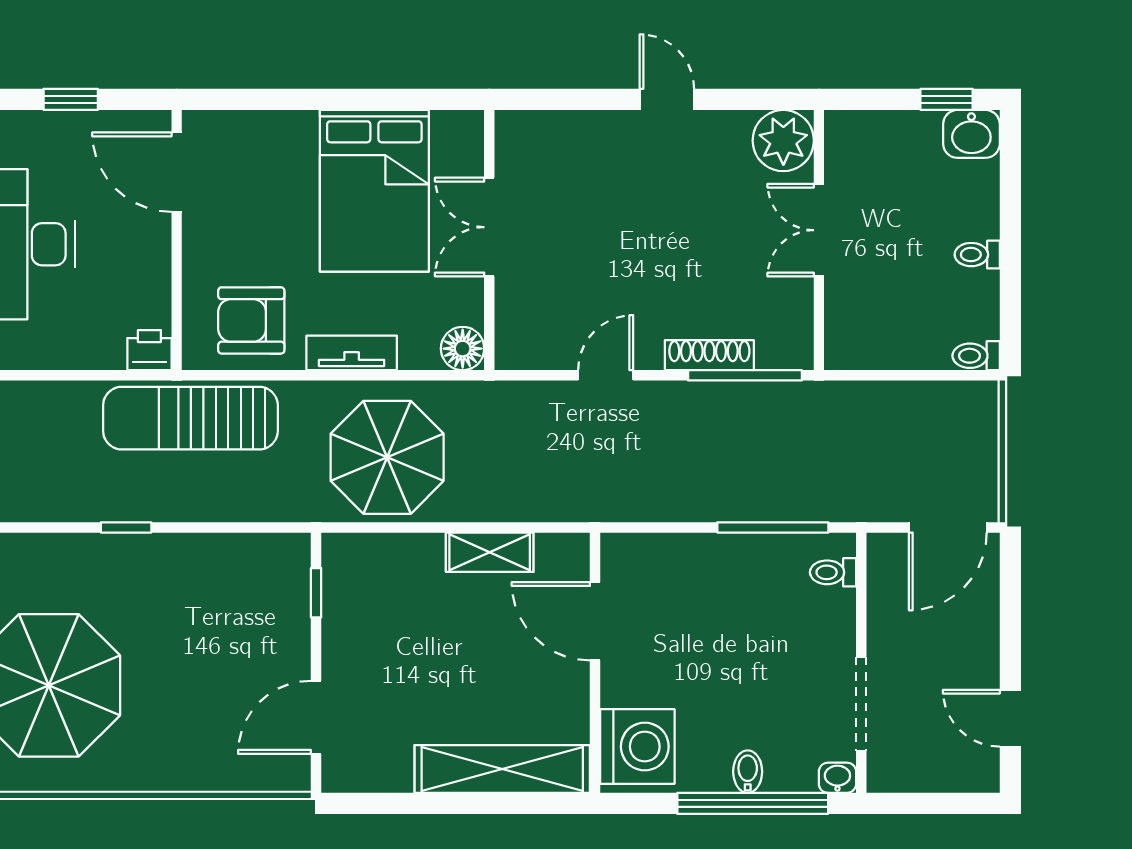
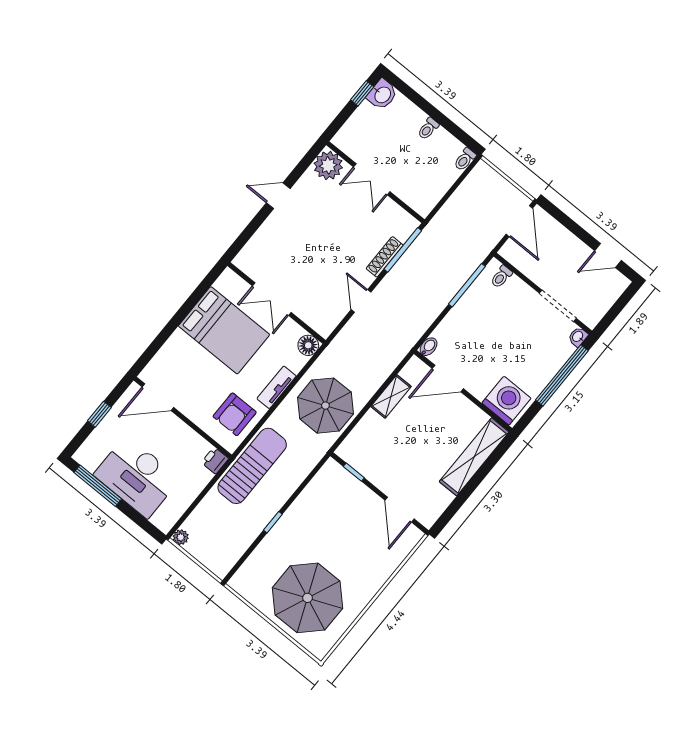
sun lounger: (190, 418) -> (252, 466), turned 180
bidet: (748, 772) -> (429, 347), moved, turned 90

